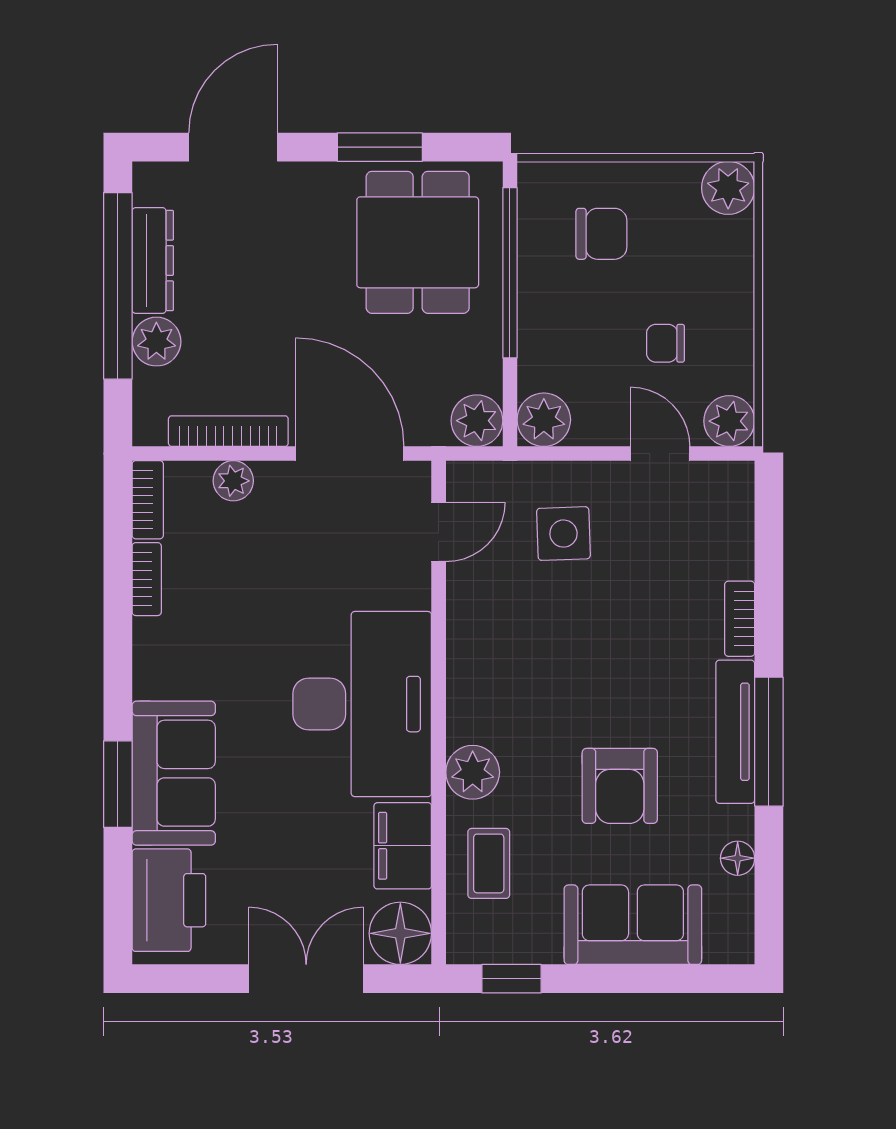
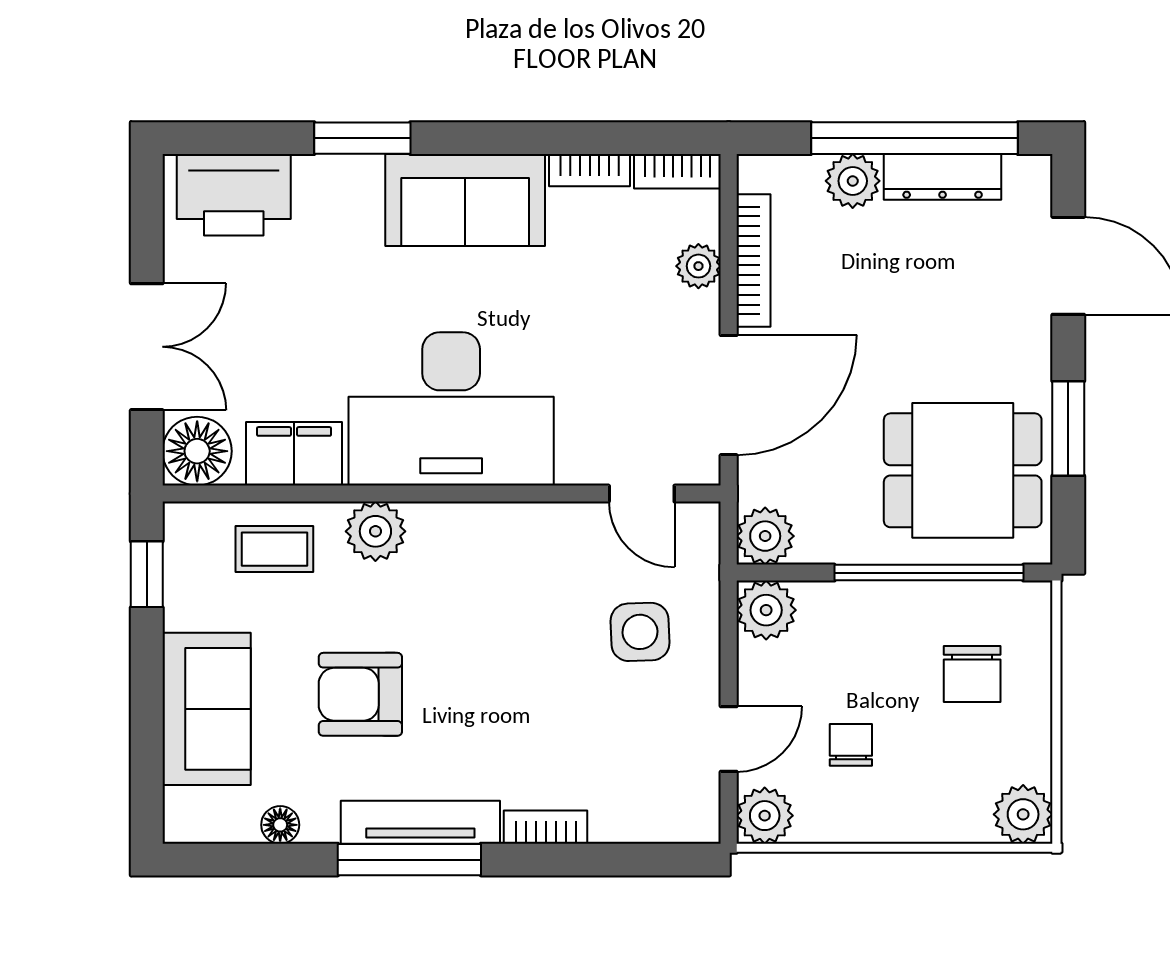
sofa: (174, 773) -> (465, 200), moved

